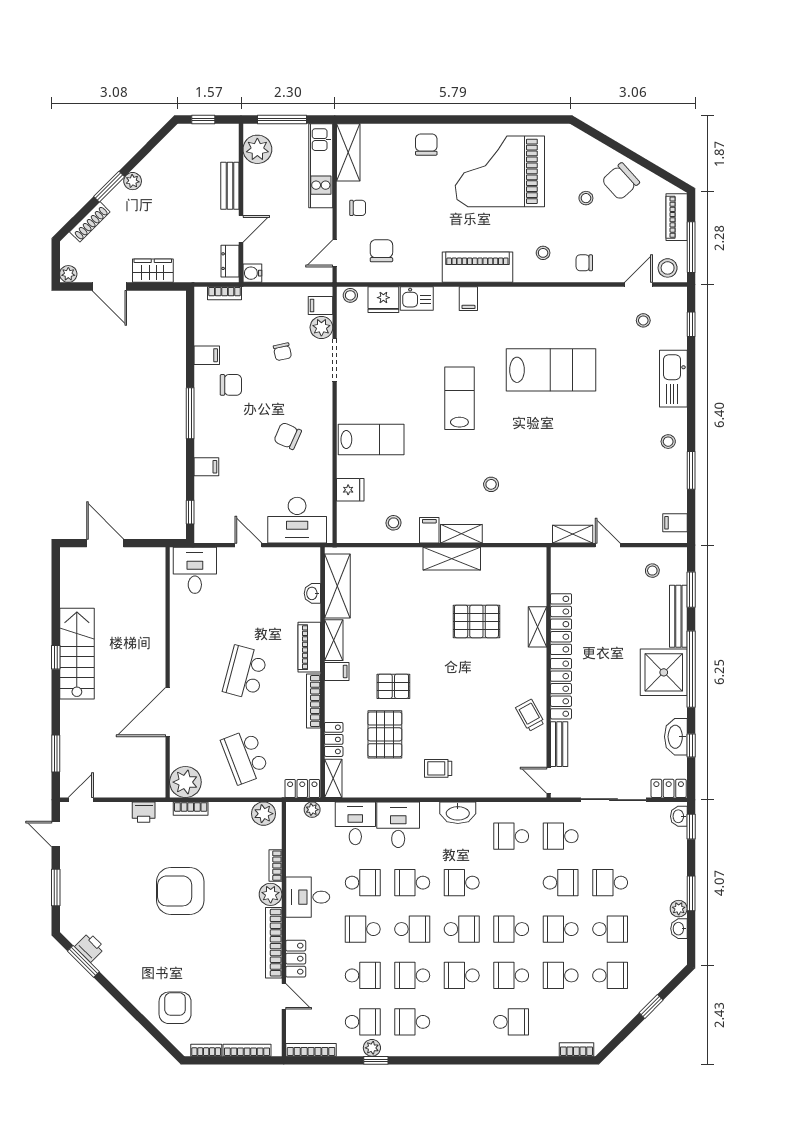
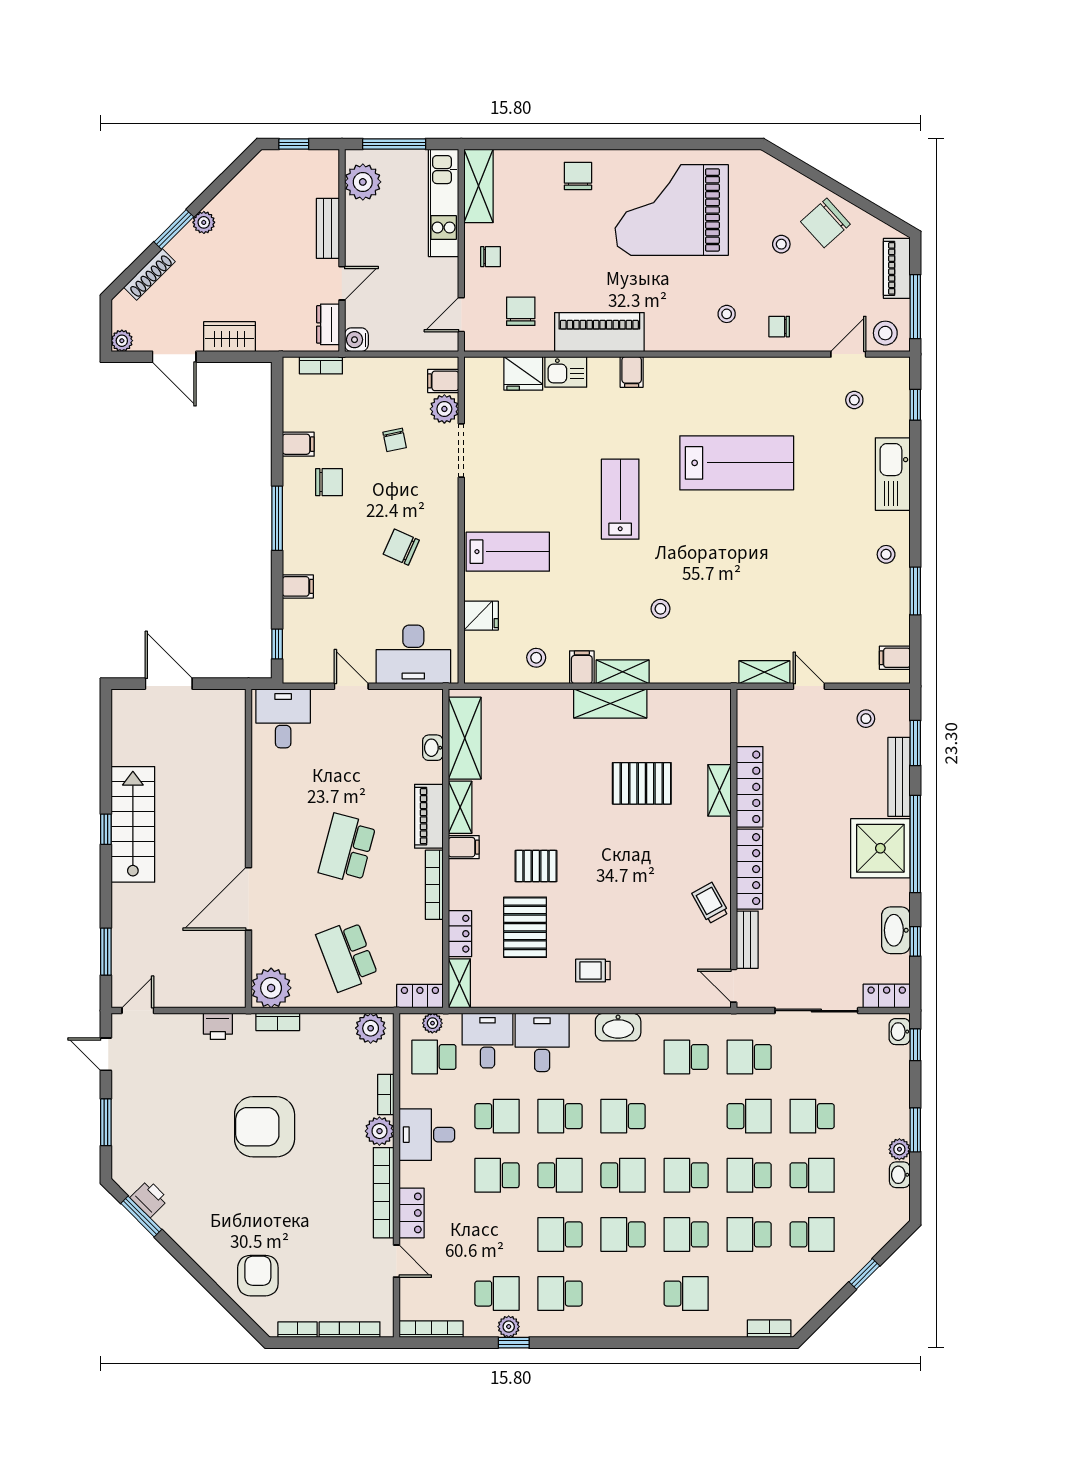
piano: (477, 267) -> (599, 332), moved
stool: (350, 295) -> (481, 368), removed
school desk: (363, 975) -> (434, 1057), moved, turned 180

